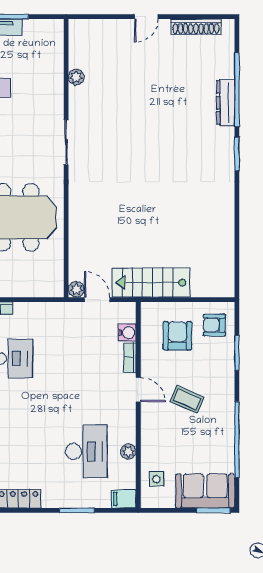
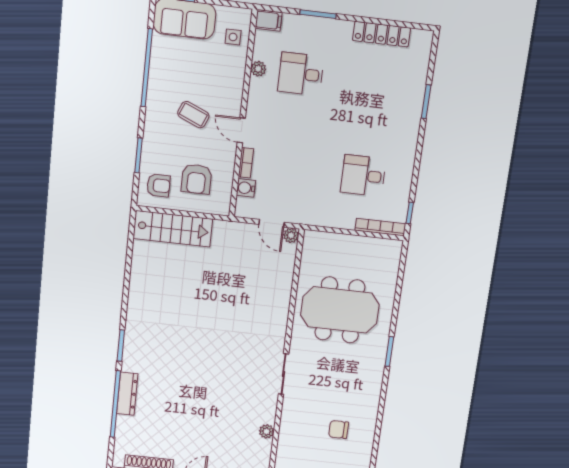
stairs: (151, 283) -> (173, 229), moved
desk: (86, 451) -> (301, 74), width x0.73

